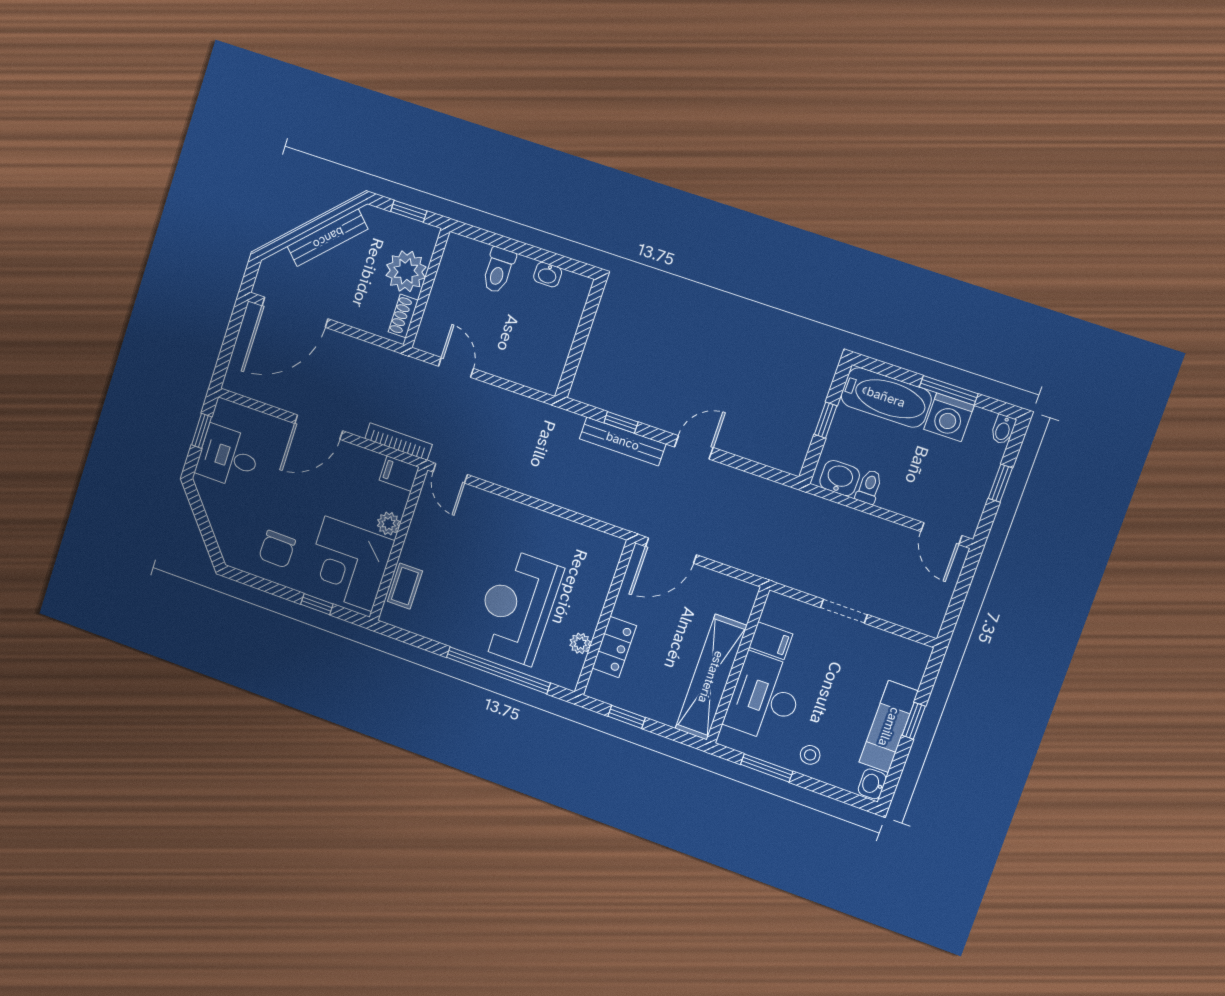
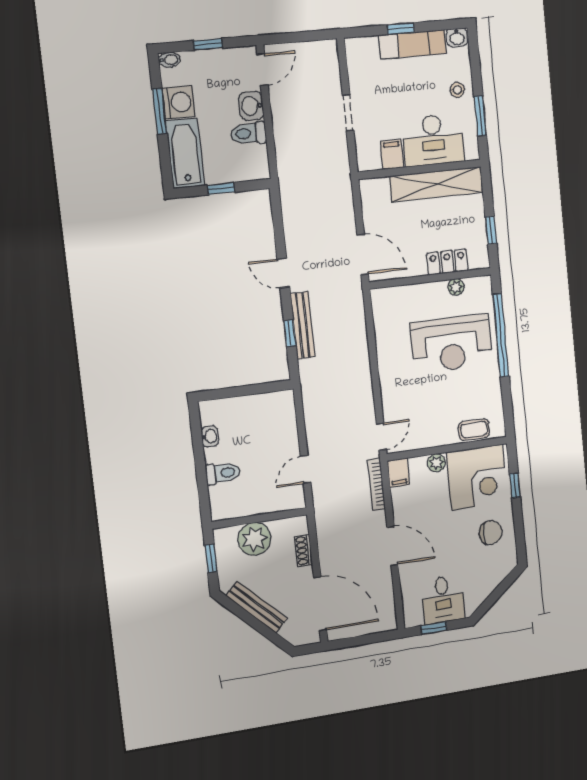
shoe rack: (403, 316) -> (304, 551), moved, turned 90
washbasin: (840, 478) -> (251, 106), moved
toilet: (869, 487) -> (248, 133), width x1.37, depth x1.39

